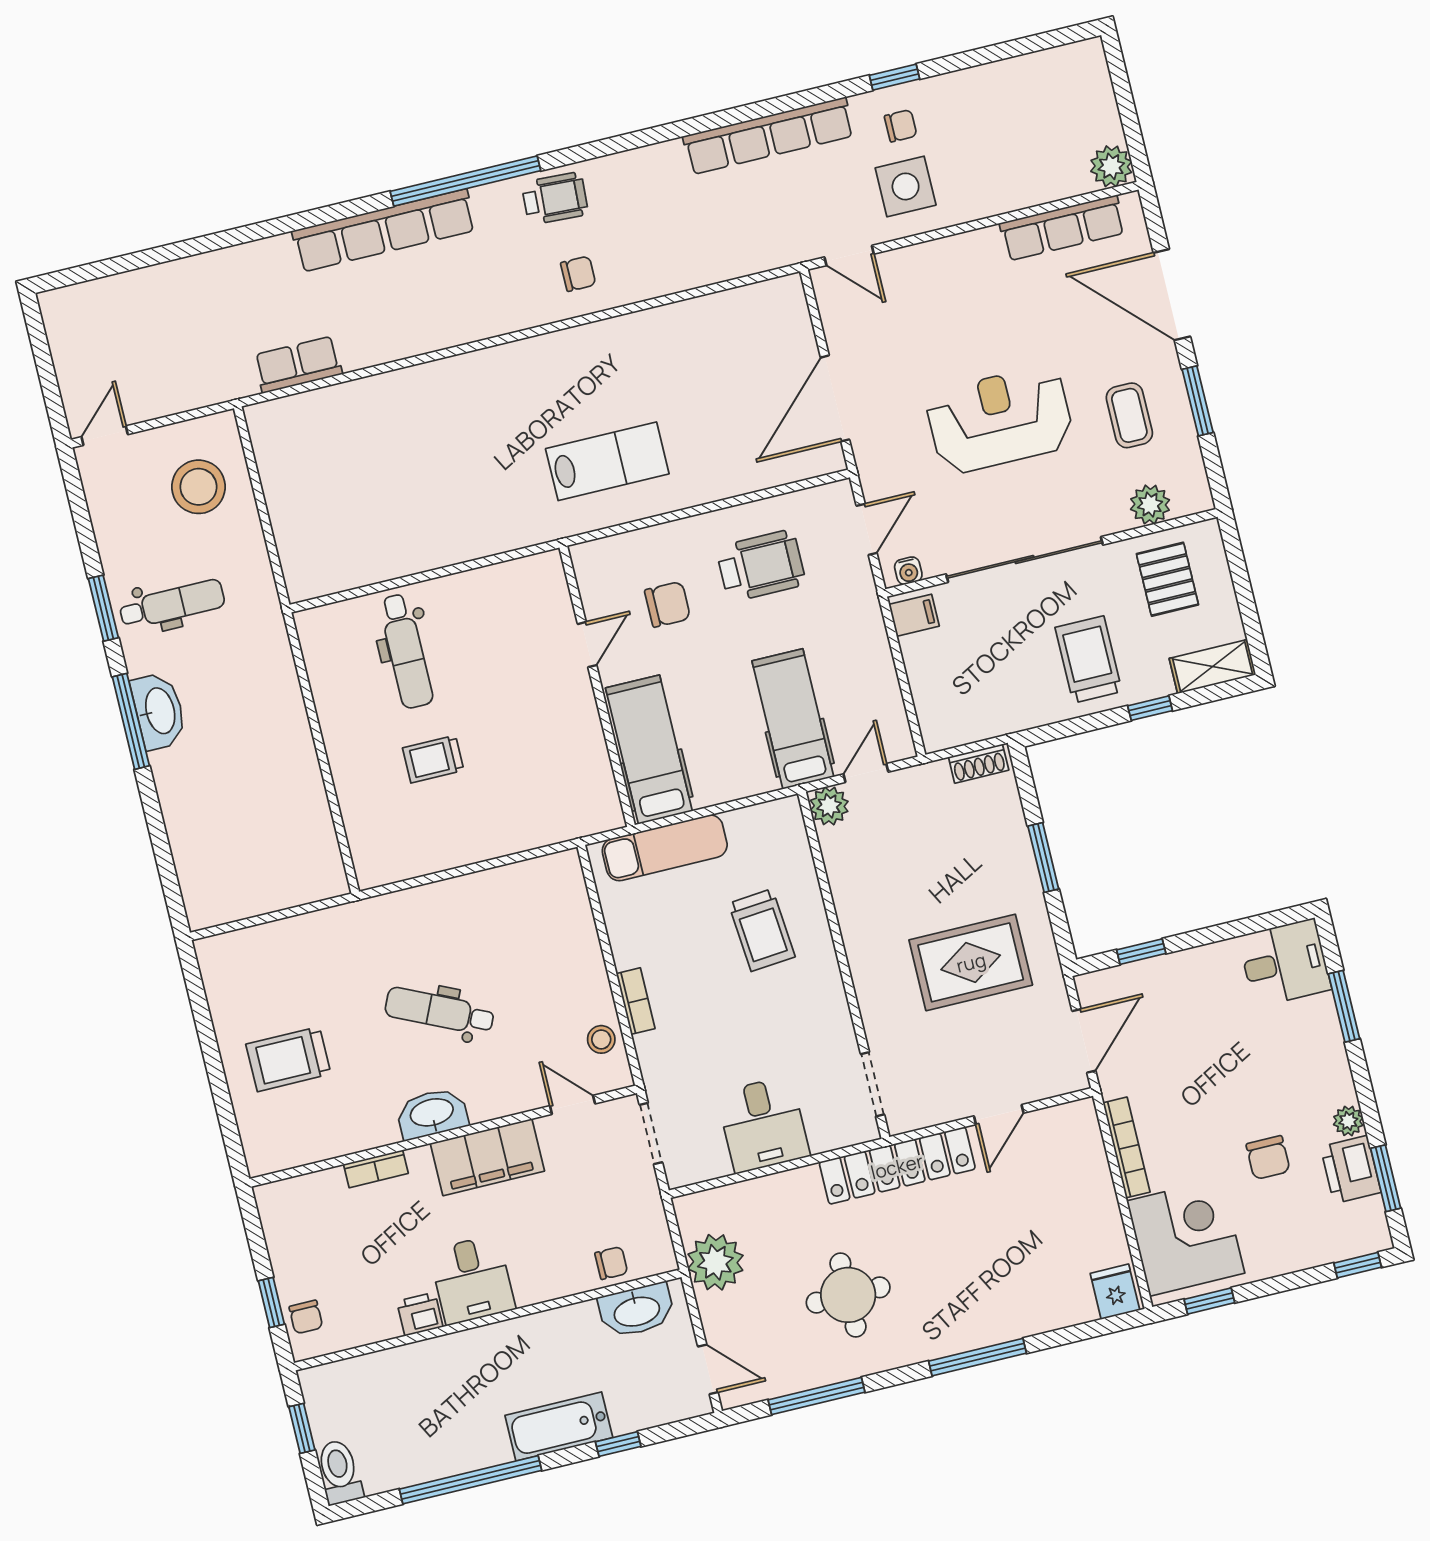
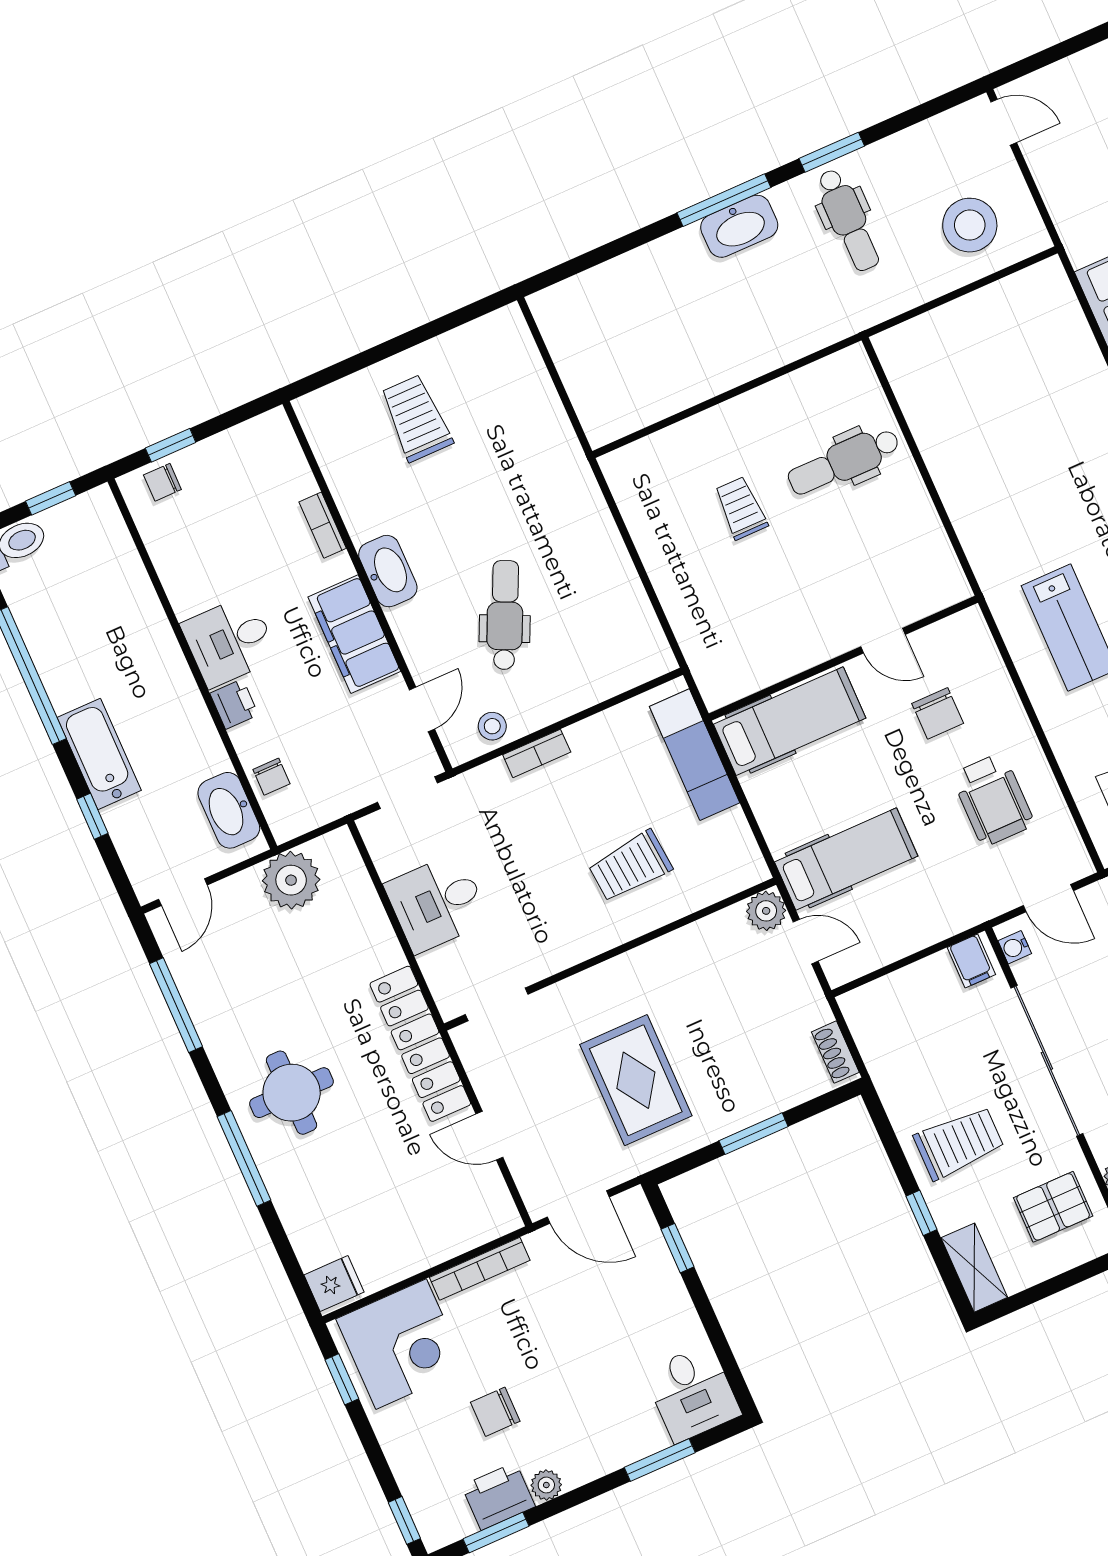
dental chair: (440, 1011) -> (505, 615), moved
round table: (848, 1295) -> (292, 1093), moved
printer: (420, 1314) -> (234, 704), moved

